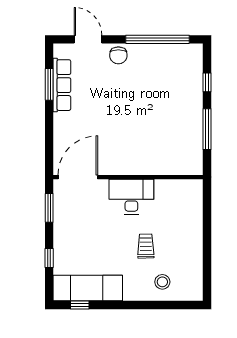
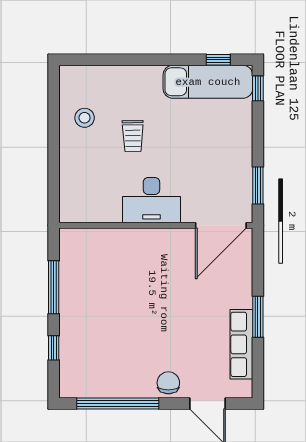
window: (49, 84) -> (258, 317), moved
window: (49, 258) -> (258, 88), moved
stool: (162, 282) -> (85, 118), moved

